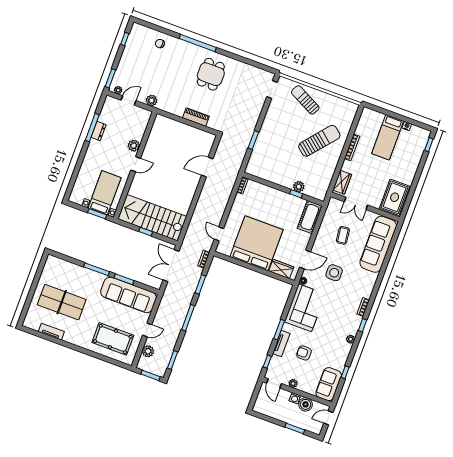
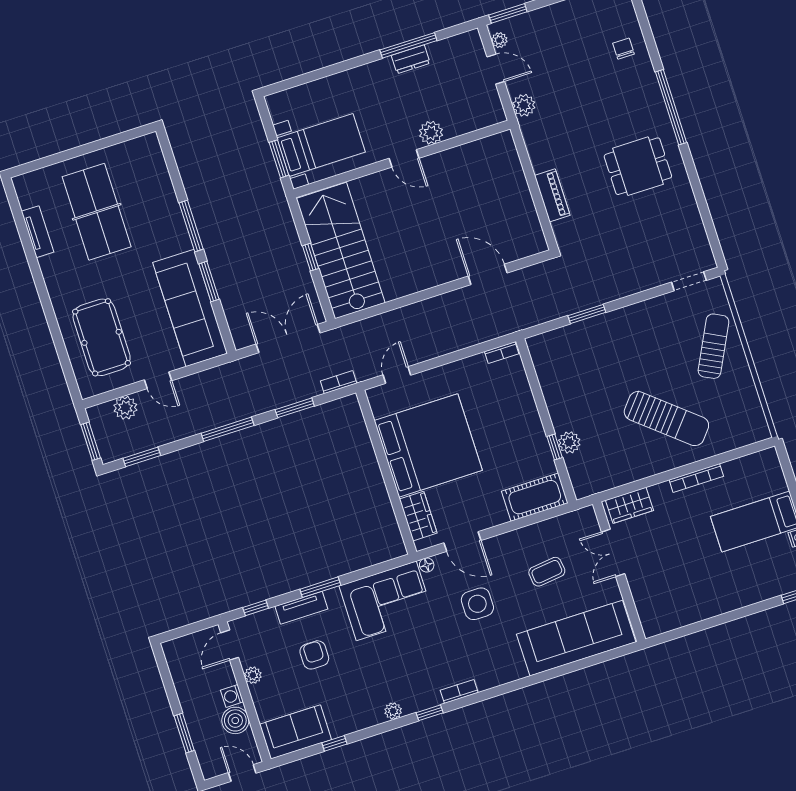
rug: (395, 197) -> (670, 606), removed

